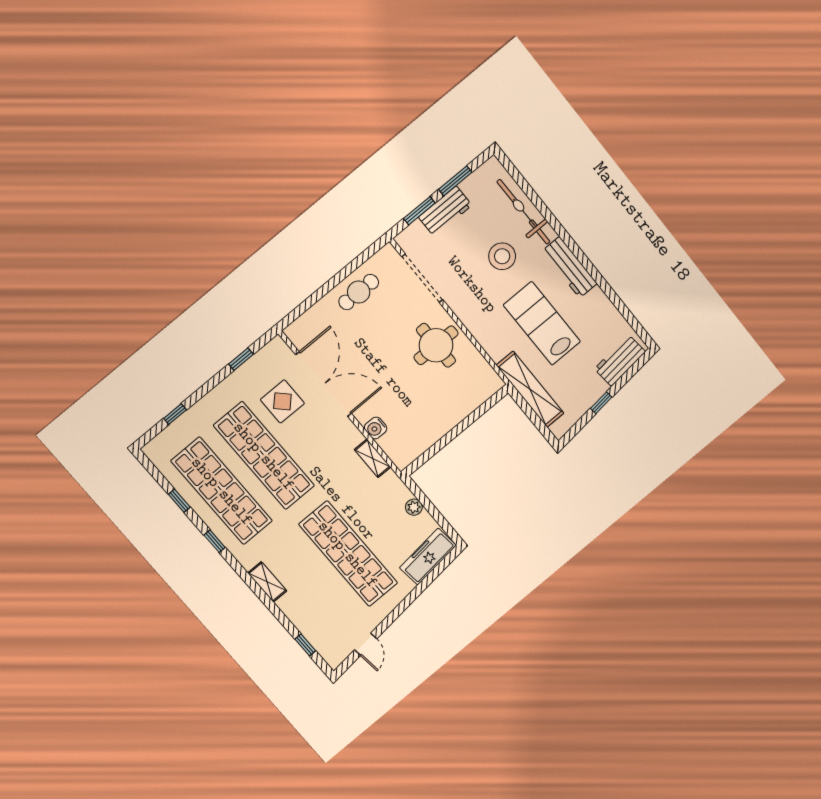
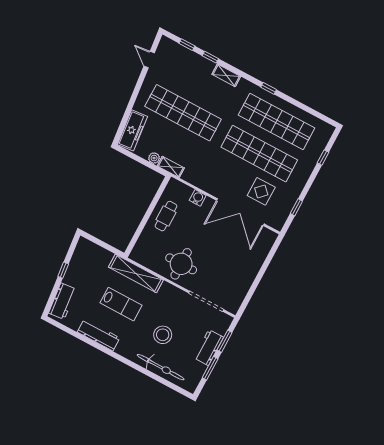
workbench: (570, 267) -> (99, 335), moved
cafe table: (359, 292) -> (166, 216), moved
lab bench: (542, 323) -> (121, 304), width x0.73, depth x0.72
shelving: (530, 389) -> (136, 273), moved
shelving: (373, 458) -> (171, 167), moved
window: (179, 501) -> (210, 57), moved

